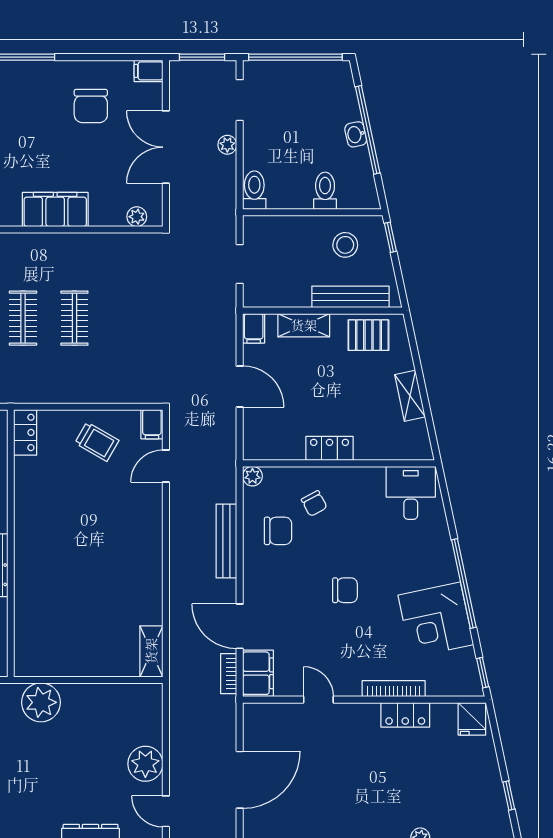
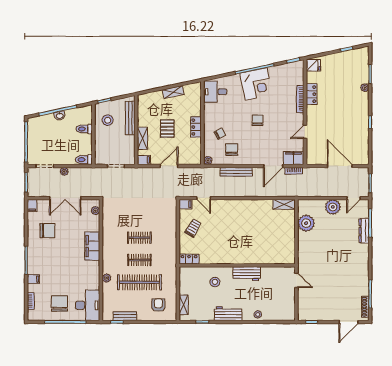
pallet: (368, 335) -> (167, 129), moved
corner desk: (436, 620) -> (256, 84), moved
plant: (41, 702) -> (306, 223), moved

